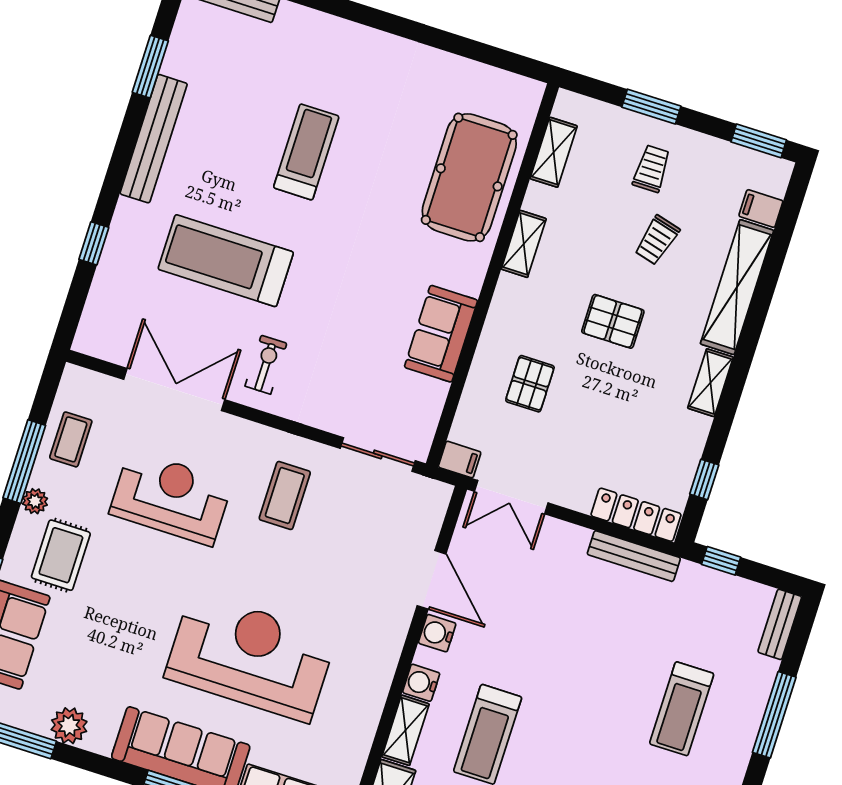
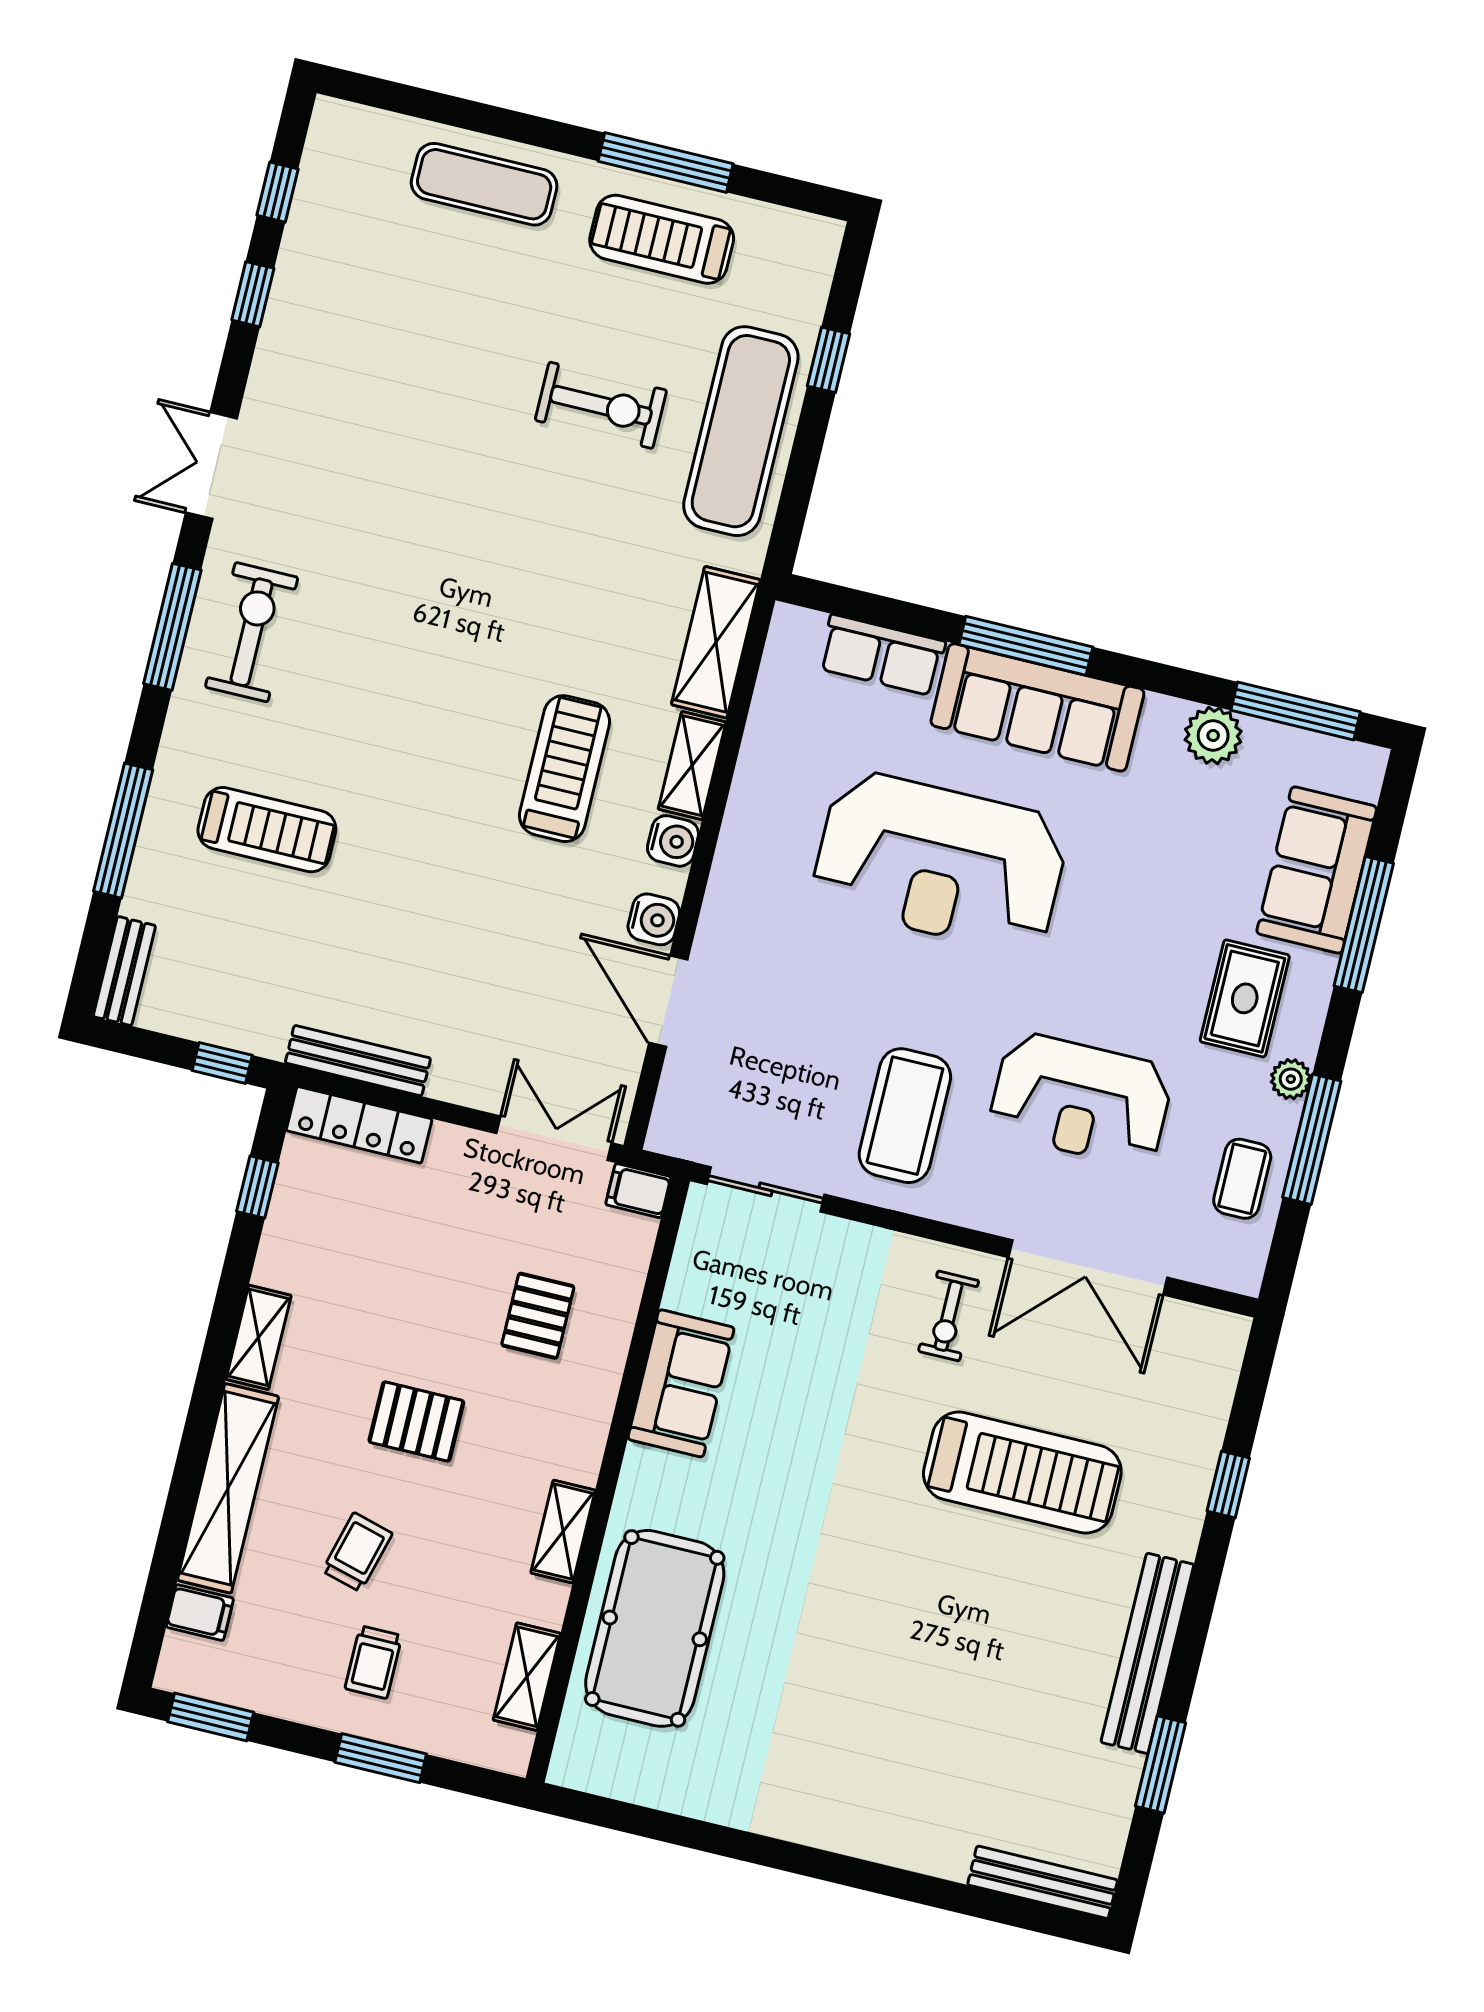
treadmill: (306, 152) -> (910, 1650), removed
coffee table: (285, 495) -> (905, 1116), width x1.36, depth x1.32
treadmill: (682, 709) -> (267, 830), turned 90

